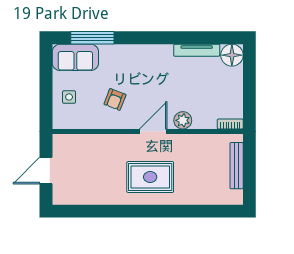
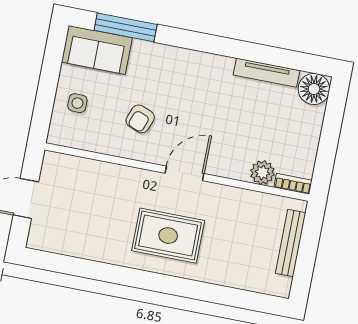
plant: (183, 120) -> (262, 173), moved

